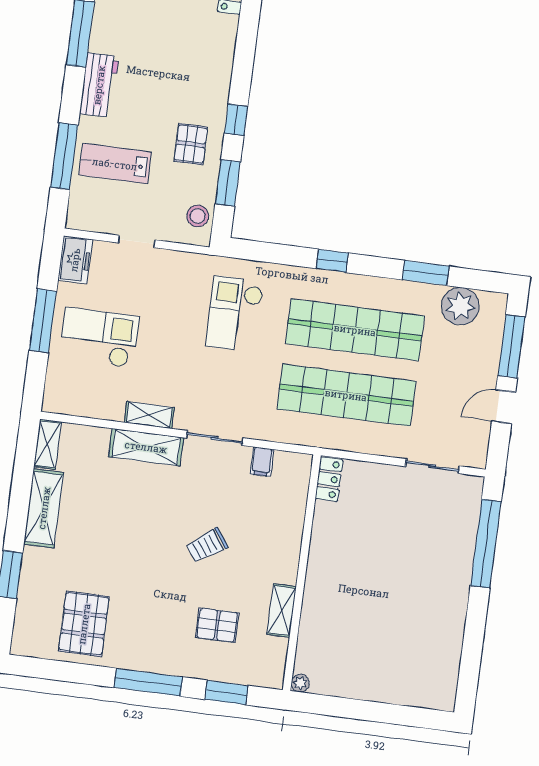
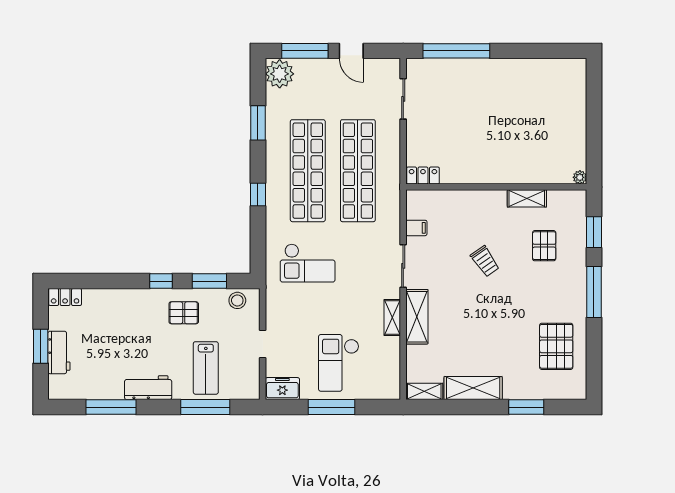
plant: (460, 306) -> (280, 74), moved
pallet: (84, 624) -> (556, 346), turned 90

